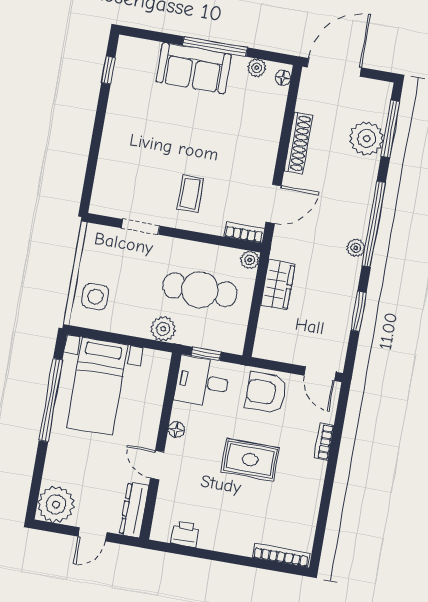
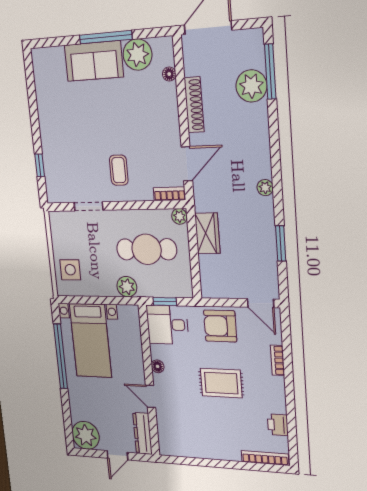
plant: (257, 68) -> (137, 55), width x1.88, depth x1.88
window: (108, 70) -> (40, 165), moved
floor lamp: (283, 78) -> (169, 74), moved
window: (374, 224) -> (276, 163), removed
printer: (185, 534) -> (278, 425), moved, turned -90

